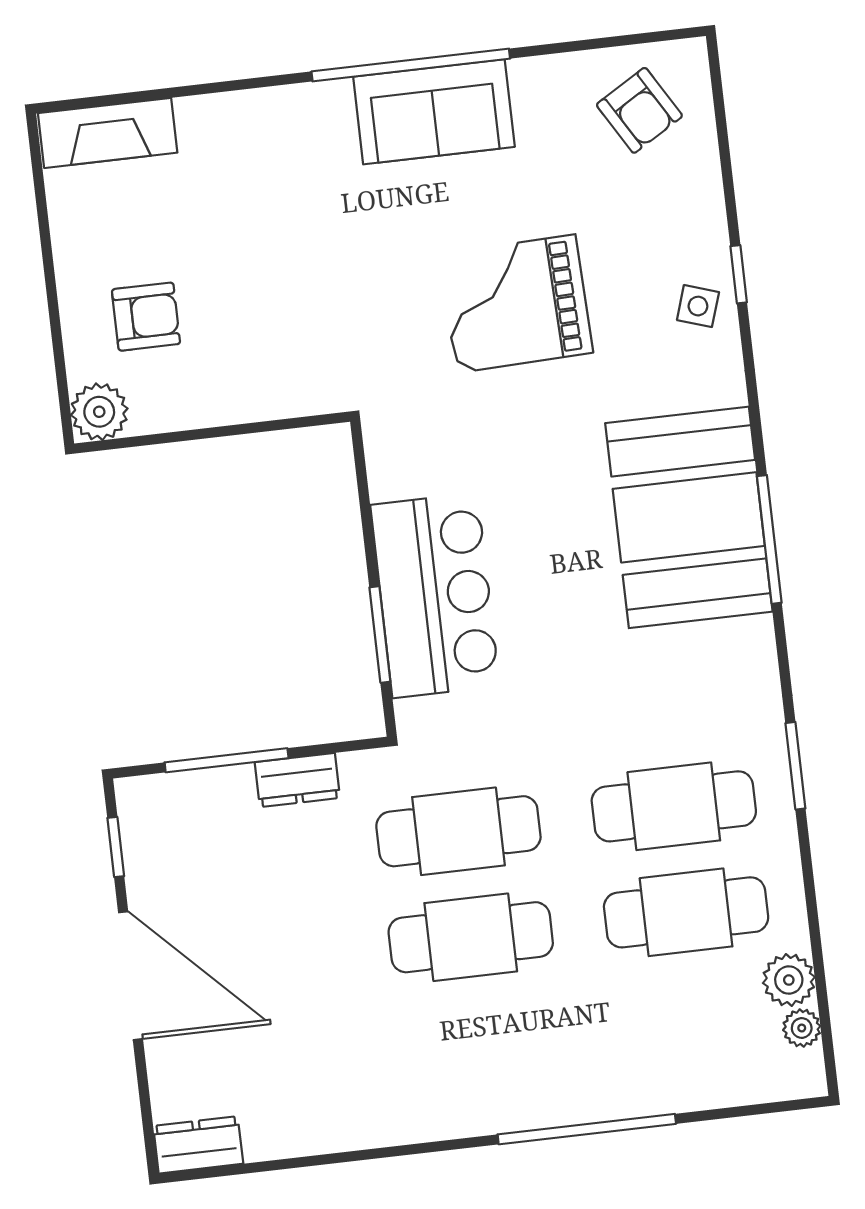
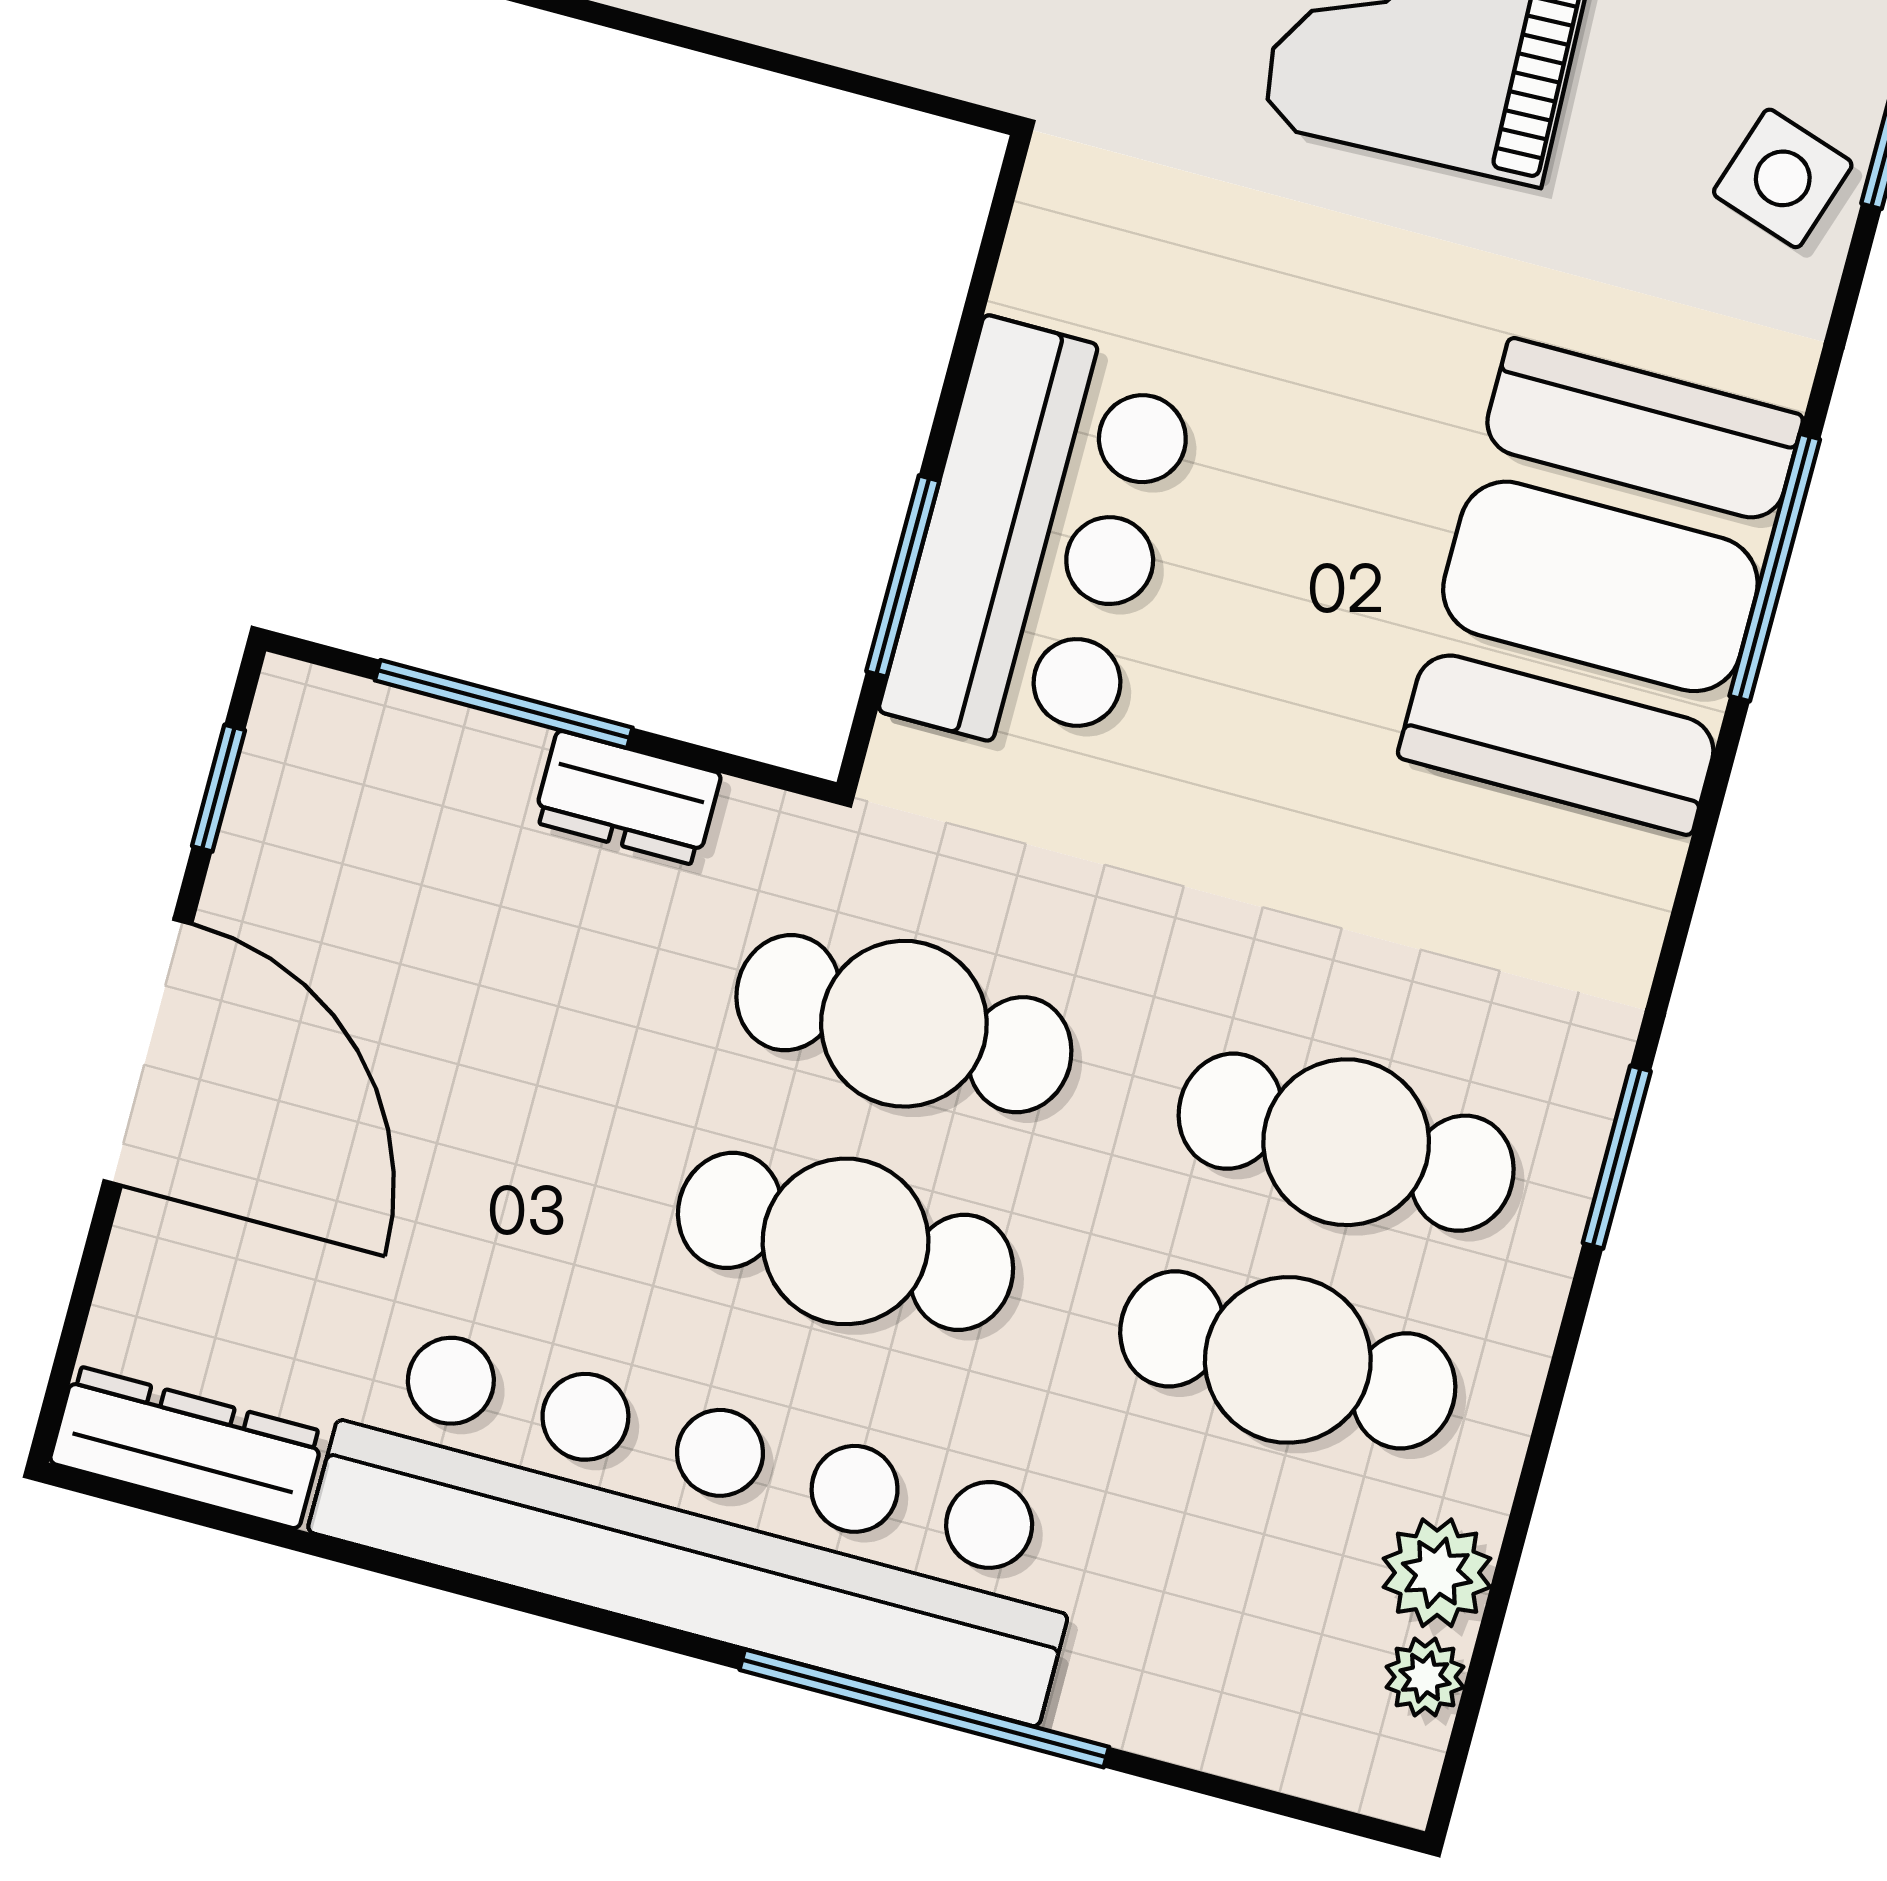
side table: (698, 306) -> (1783, 178), width x1.37, depth x1.37
window: (769, 539) -> (1775, 568), moved
bar counter: (456, 1085) -> (702, 1521), added
dresser: (198, 1145) -> (187, 1447), width x1.44

